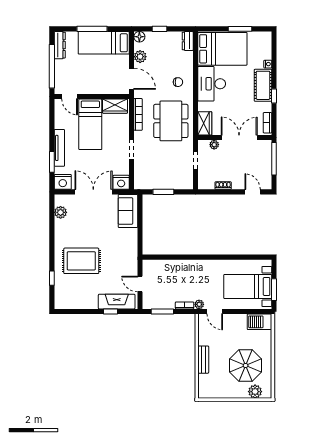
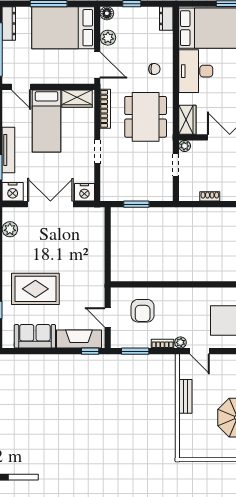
bed: (104, 43) -> (63, 28), width x1.50
plant: (214, 145) -> (185, 146), moved
sofa: (128, 211) -> (35, 336), moved, turned 90
armchair: (168, 279) -> (143, 311), added
window: (111, 311) -> (90, 351), moved
bench: (203, 360) -> (185, 396), moved

